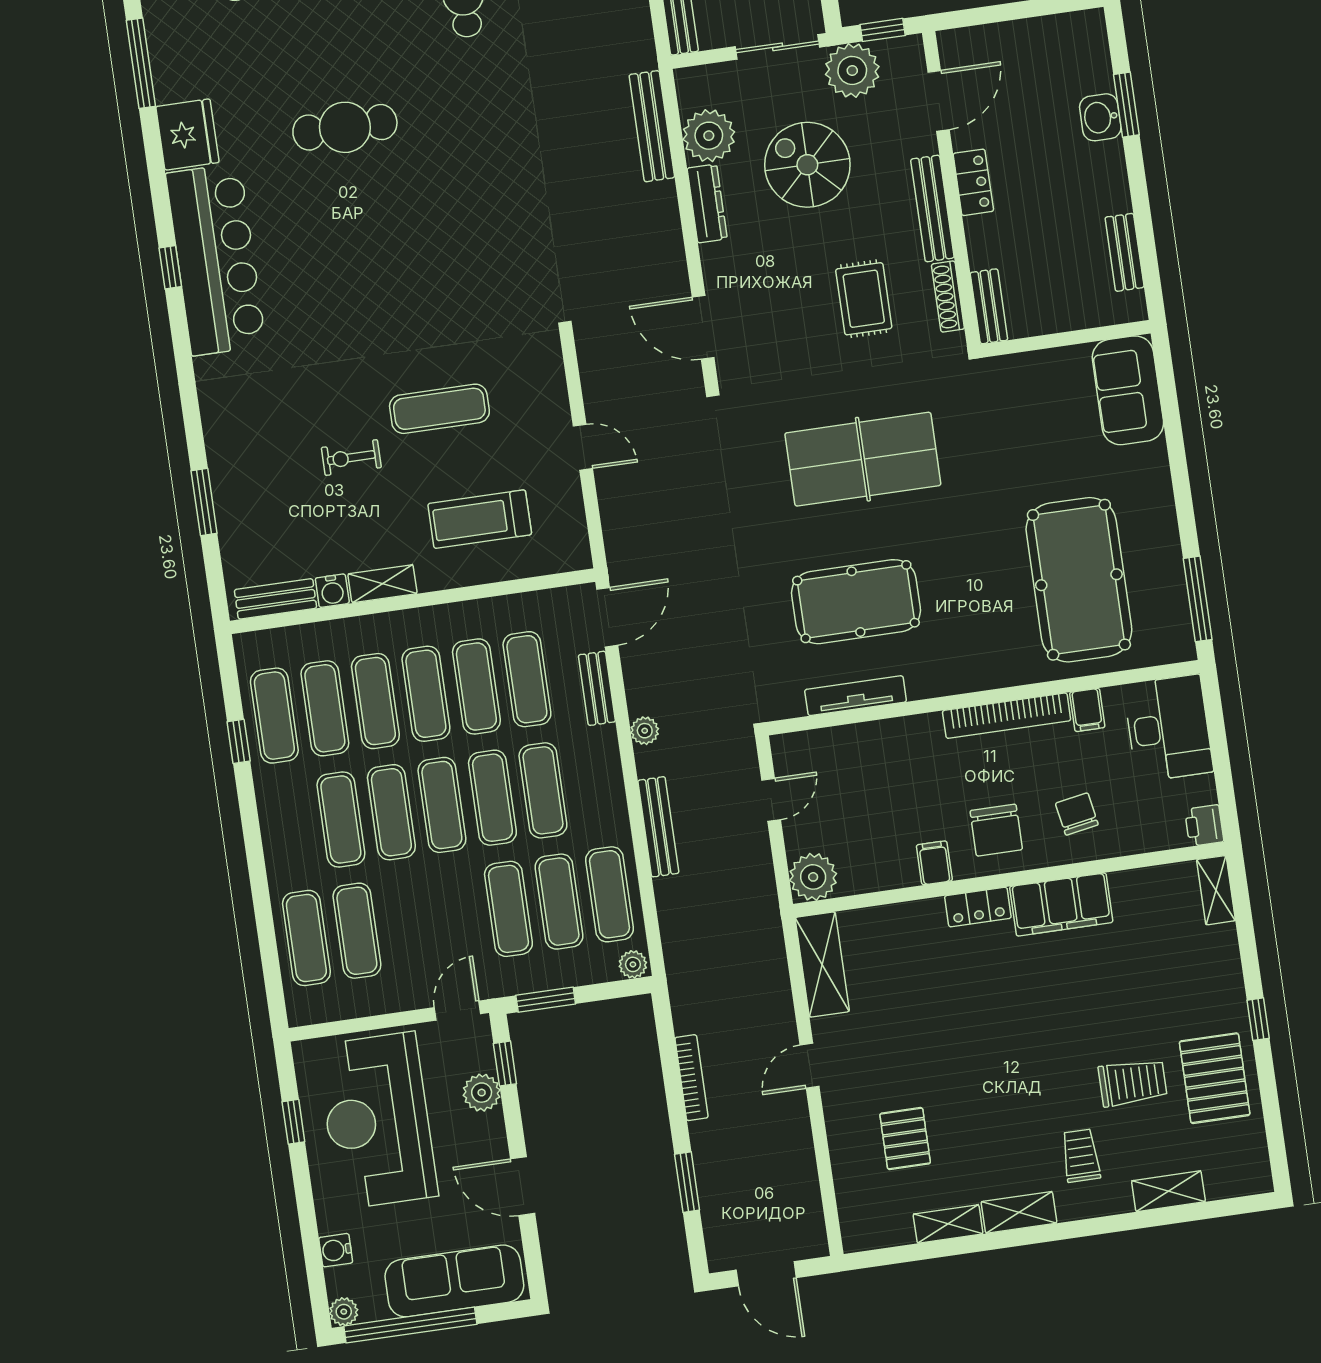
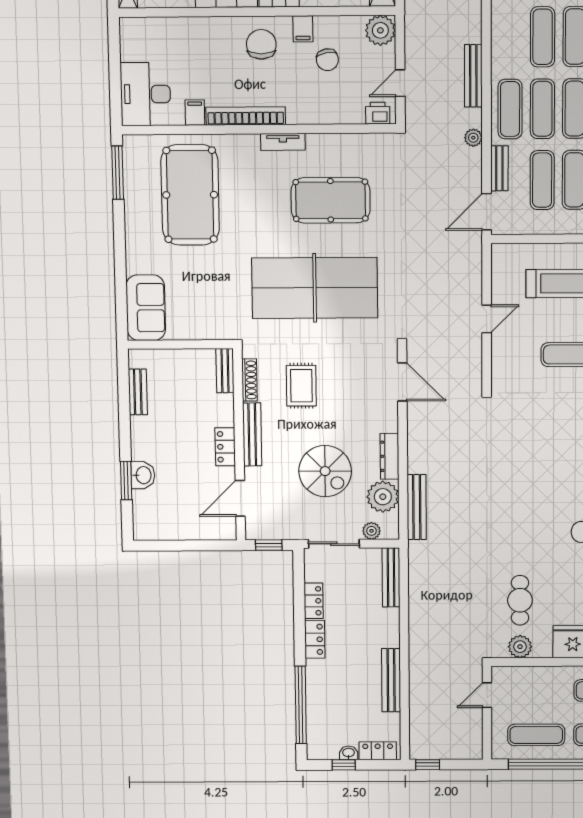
plant: (852, 70) -> (371, 531), moved, width x0.53, depth x0.53
door: (583, 447) -> (487, 319), swing flipped
table tennis table: (863, 459) -> (315, 288), width x1.36, depth x1.32
tv unit: (856, 696) -> (283, 142), moved, width x0.71
chair: (1077, 814) -> (327, 60), moved
printer: (1204, 825) -> (378, 113), moved, turned -90
exercise mat: (610, 894) -> (510, 109), moved

